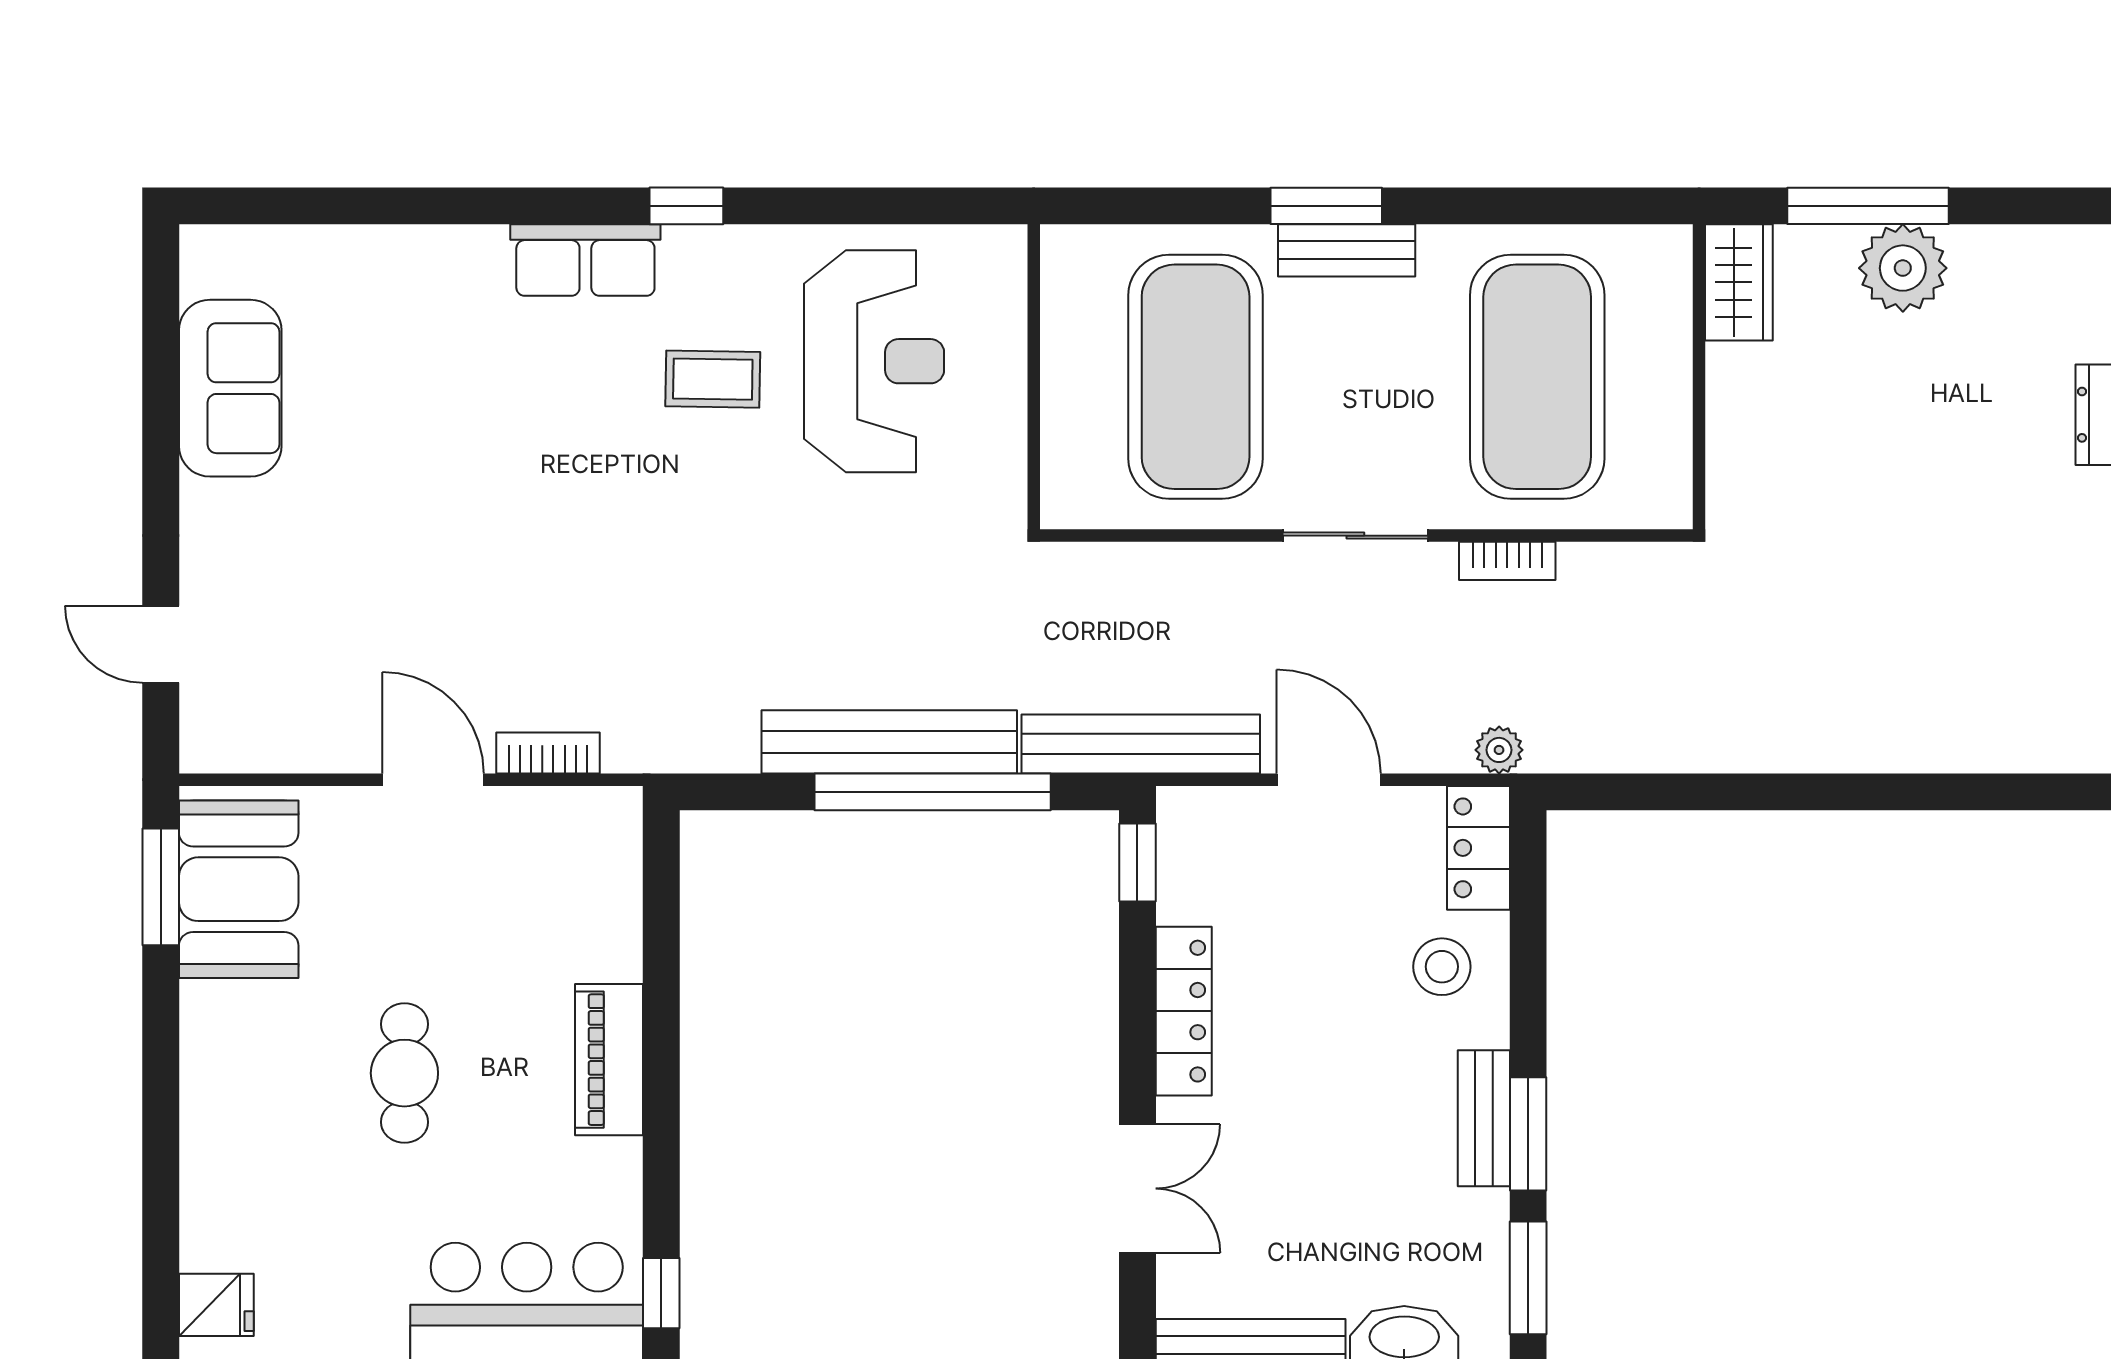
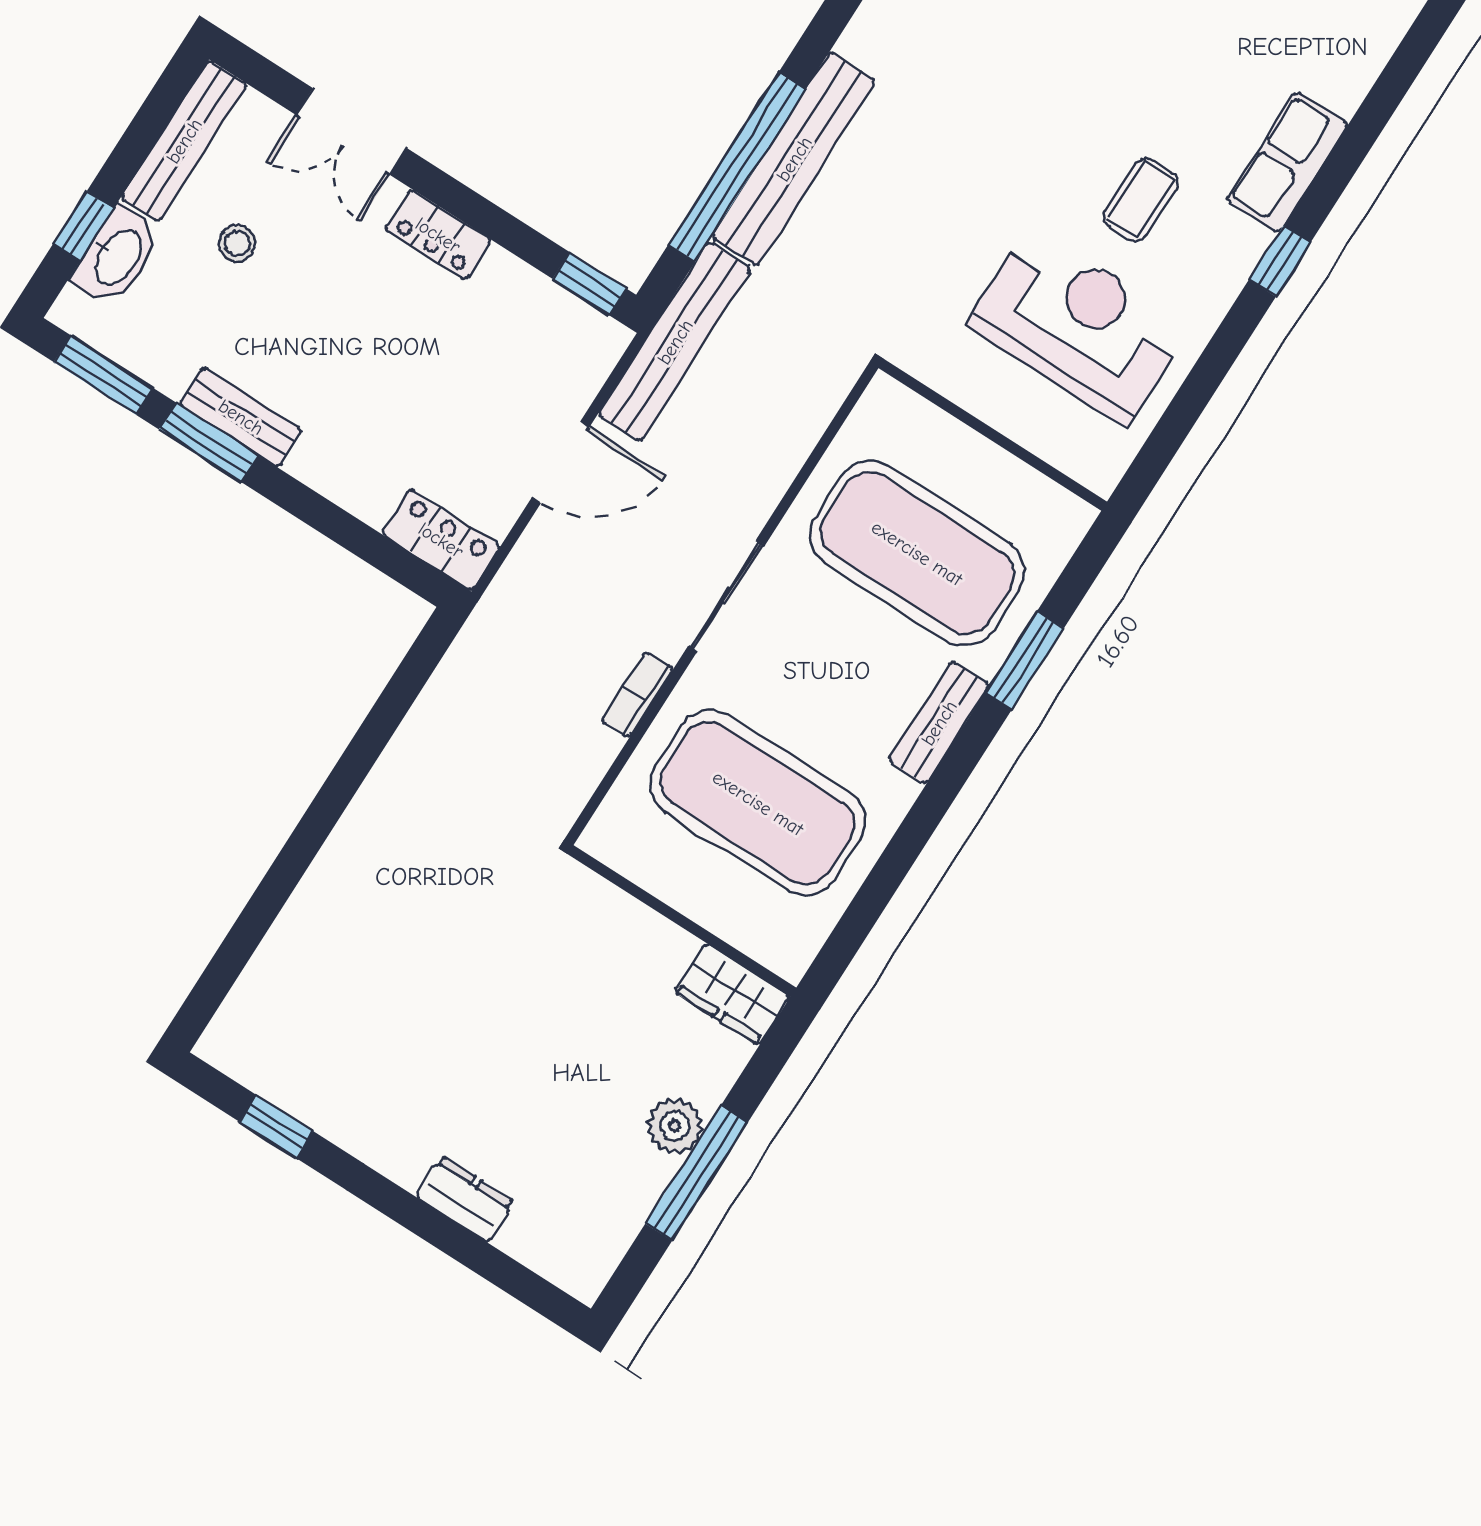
window: (1326, 206) -> (1025, 660), moved
window: (1868, 206) -> (697, 1173), moved
plant: (1903, 268) -> (675, 1126), width x0.73, depth x0.73
reception desk: (874, 361) -> (1079, 326), turned 180
plant: (1499, 750) -> (503, 600), removed
stool: (1442, 967) -> (237, 243), moved, width x0.73, depth x0.73
locker: (1184, 1011) -> (438, 235), width x0.66

